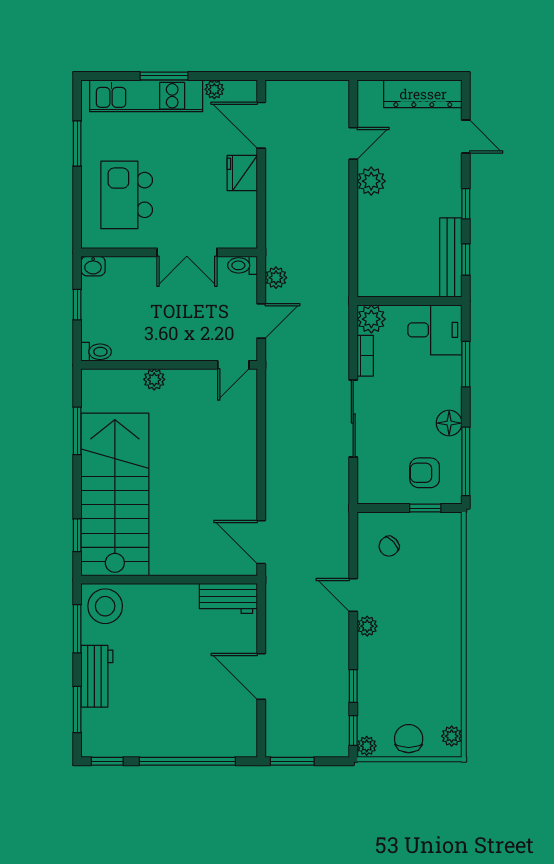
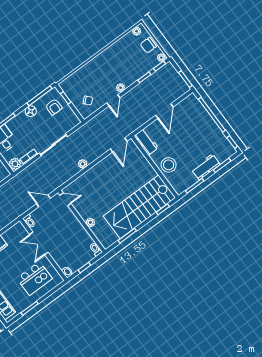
double door: (187, 252) -> (39, 243), swing flipped
plant: (276, 278) -> (83, 164), moved
stool: (105, 606) -> (169, 165), moved

